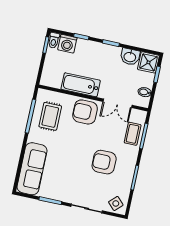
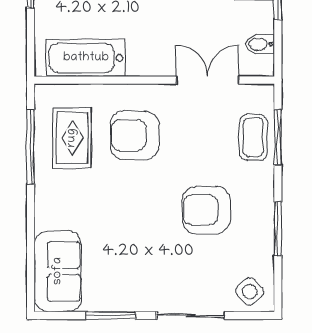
bathtub: (81, 85) -> (86, 58), moved
double door: (117, 103) -> (208, 80), swing flipped
armchair: (85, 112) -> (135, 135), moved
sofa: (32, 169) -> (58, 271), width x0.73

